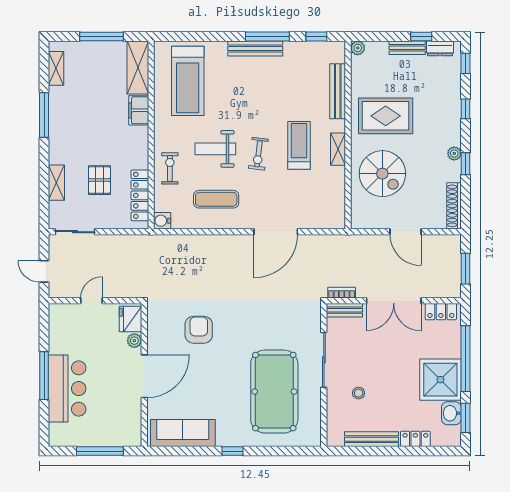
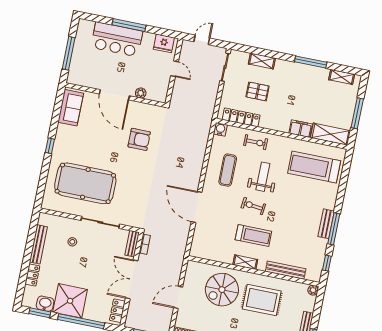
bench: (255, 49) -> (326, 224), width x0.73
rug: (386, 116) -> (262, 300), turned 90
fridge: (130, 319) -> (164, 43), moved, turned 180
sofa: (183, 433) -> (71, 108), width x0.73

